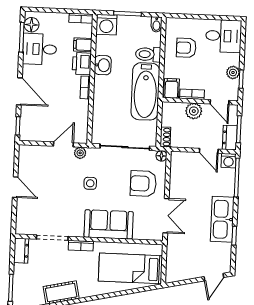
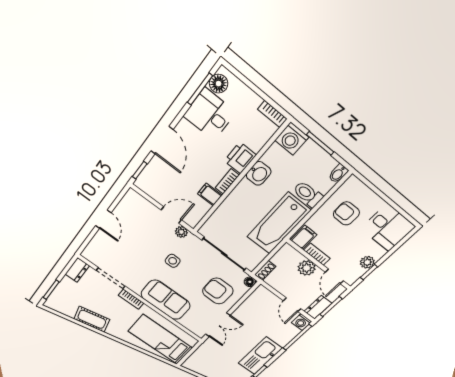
filing cabinet: (83, 45) -> (210, 194), moved

